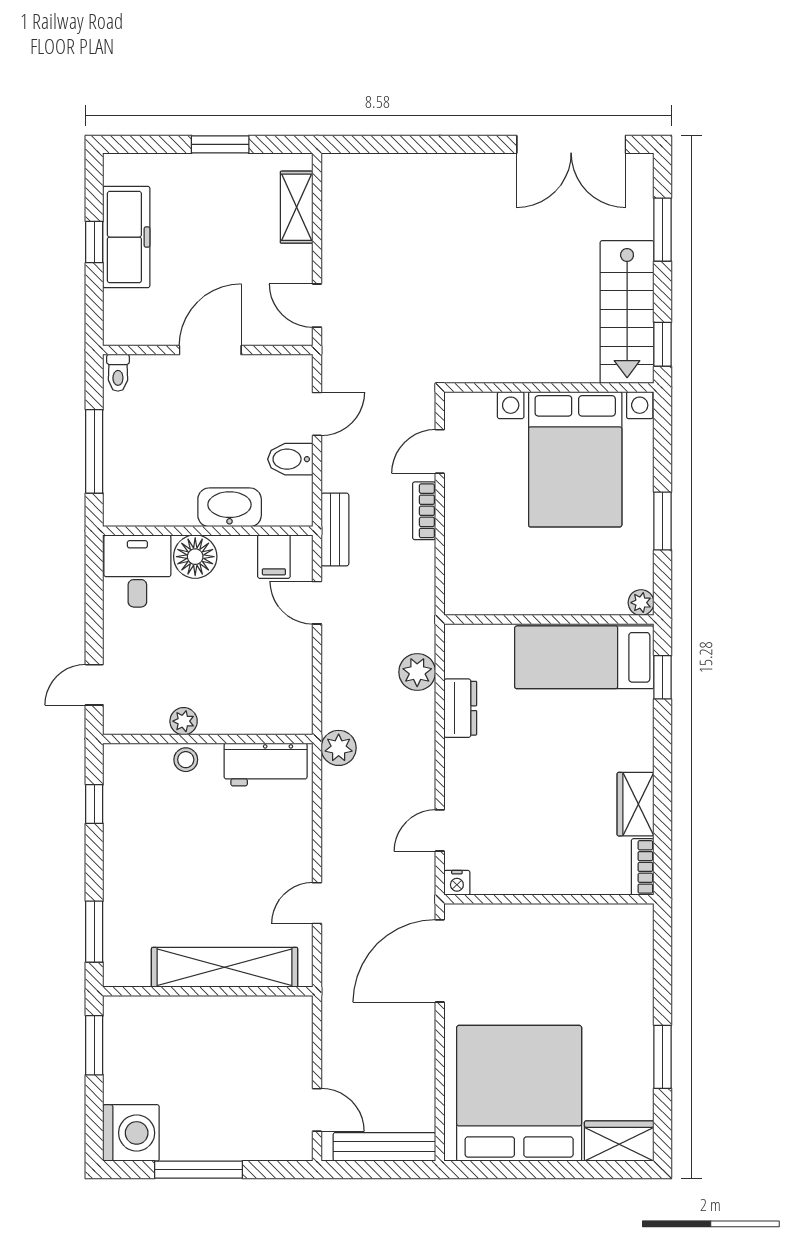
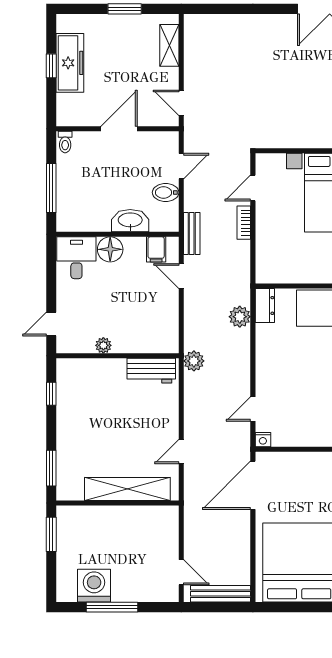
dresser: (460, 708) -> (265, 305), moved
stool: (186, 760) -> (105, 368), removed
washing machine: (131, 1133) -> (94, 586), moved, turned -90

